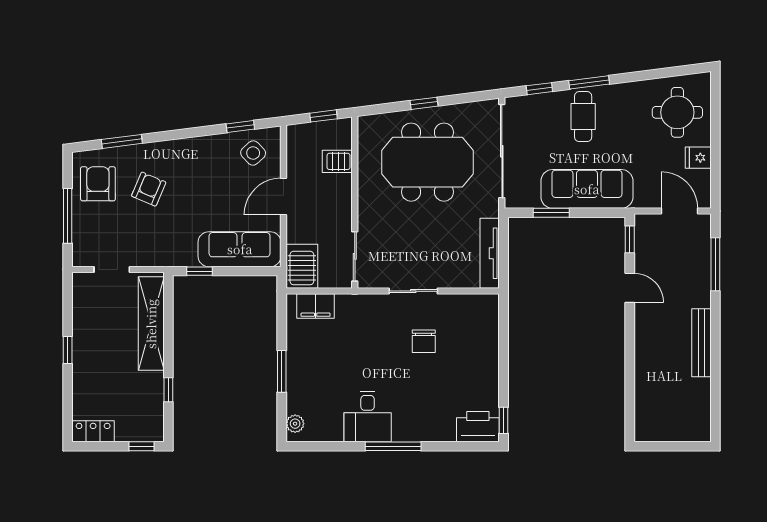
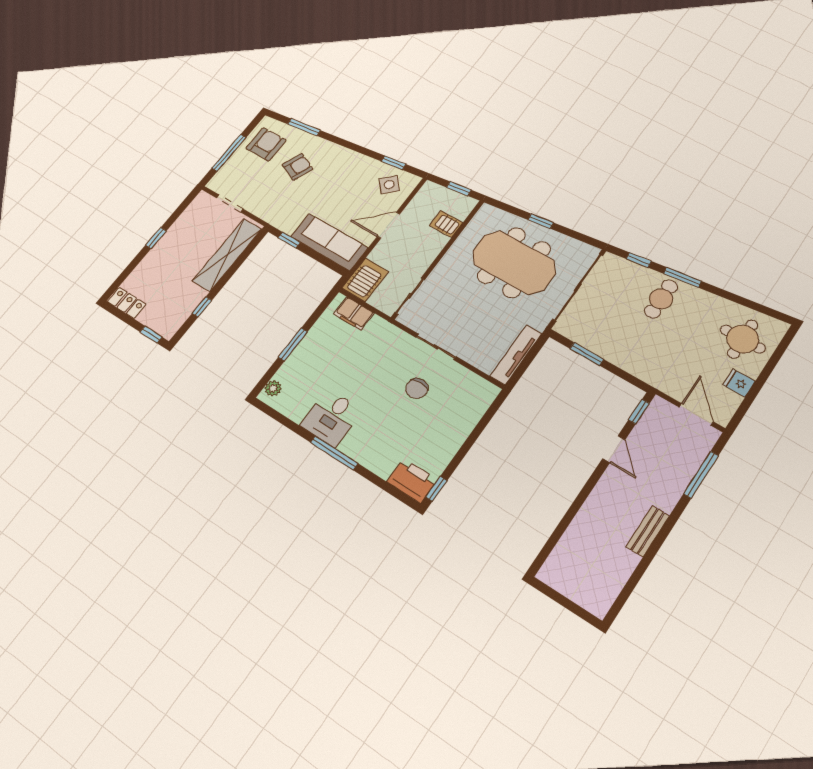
sofa: (587, 189) -> (628, 353), removed
bench: (701, 343) -> (648, 531), width x0.73

